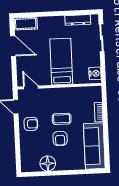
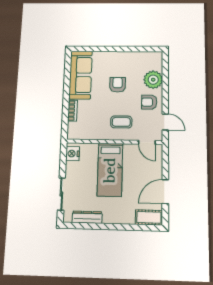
door: (13, 46) -> (165, 192), hinge flipped
coffee table: (62, 119) -> (121, 122), moved
plant: (28, 145) -> (153, 80), added
floor lamp: (48, 163) -> (133, 59), removed

